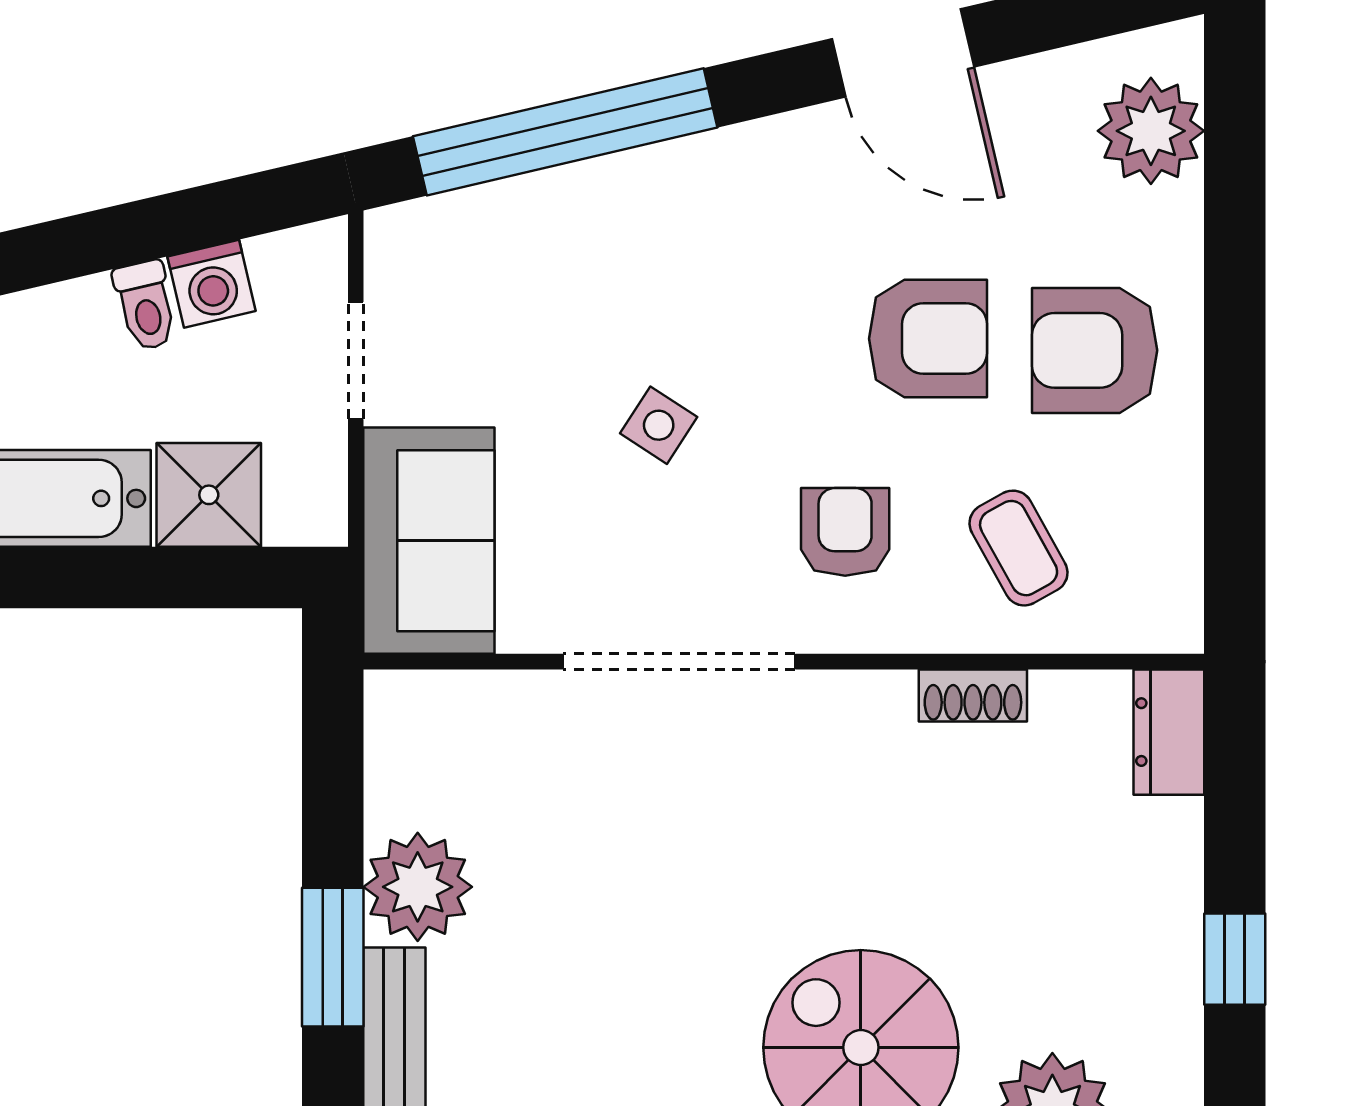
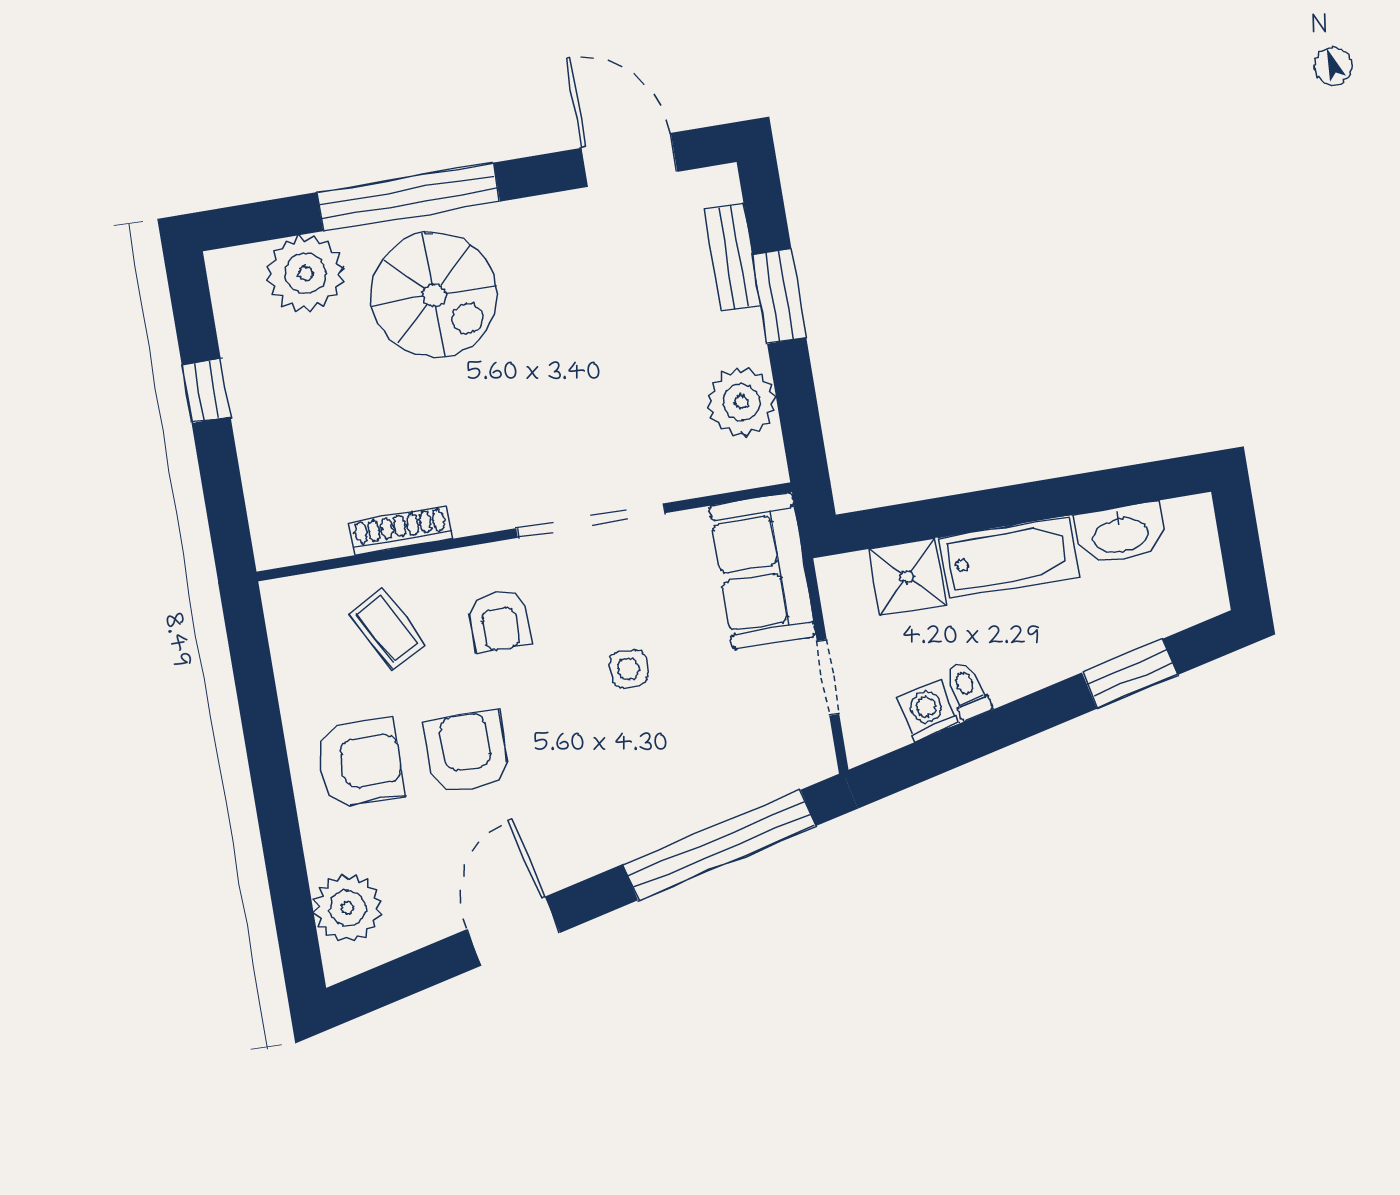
door: (903, 53) -> (513, 931), hinge flipped
armchair: (928, 339) -> (467, 752), turned 90
side table: (659, 425) -> (629, 669), turned -33
shoe rack: (973, 695) -> (400, 530), width x1.43
dresser: (1169, 732) -> (272, 528), removed
plant: (418, 887) -> (742, 402), moved

